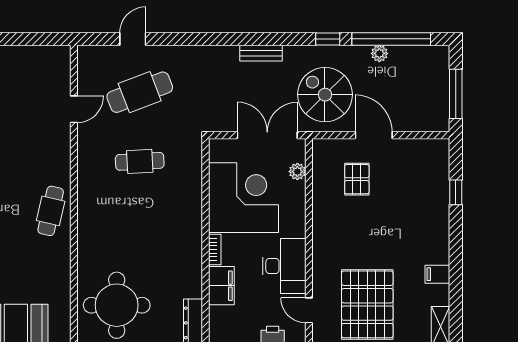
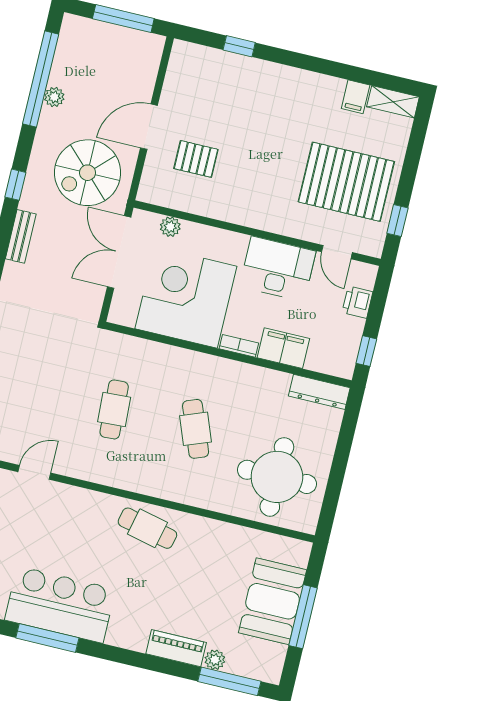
window: (328, 39) -> (15, 185), moved
cafe table: (140, 92) -> (196, 429), moved, width x0.73, depth x0.74
door: (74, 109) -> (34, 472), hinge flipped
filing cabinet: (437, 274) -> (356, 97), moved
door: (309, 310) -> (337, 252), hinge flipped

